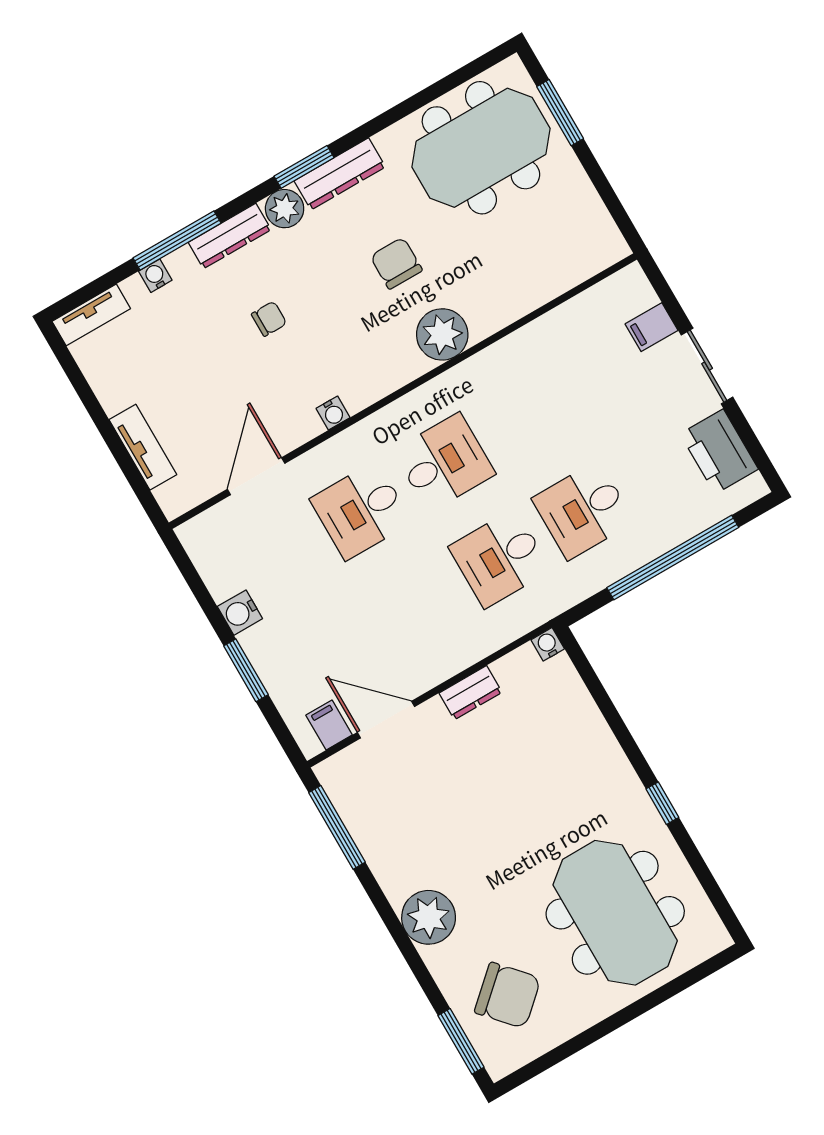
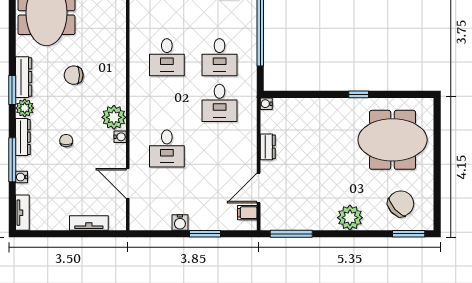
plant: (442, 334) -> (114, 117), moved
desk: (444, 462) -> (167, 57), moved, turned 180

